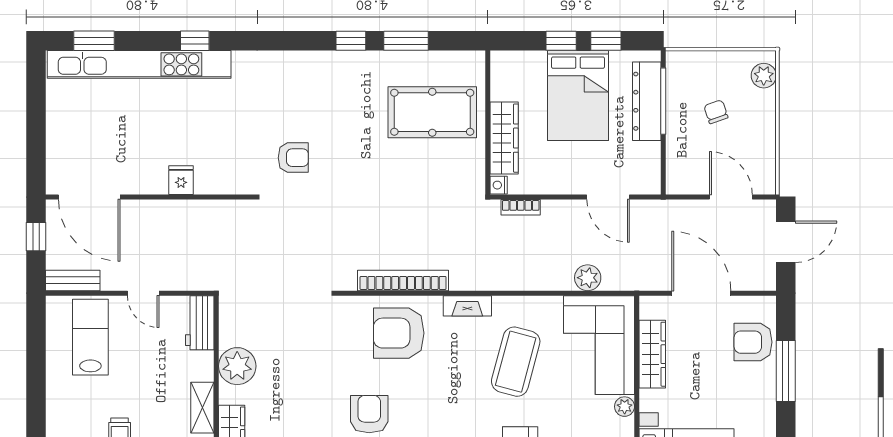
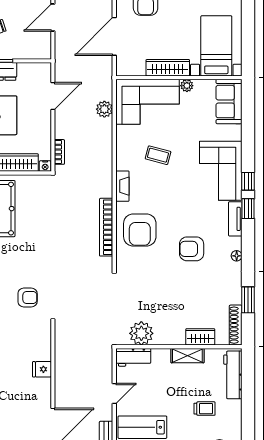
armchair: (293, 158) -> (28, 297), turned 90
wardrobe: (652, 354) -> (168, 68), moved
coffee table: (516, 362) -> (158, 155), width x0.54, depth x0.58
plant: (237, 366) -> (141, 333), moved

